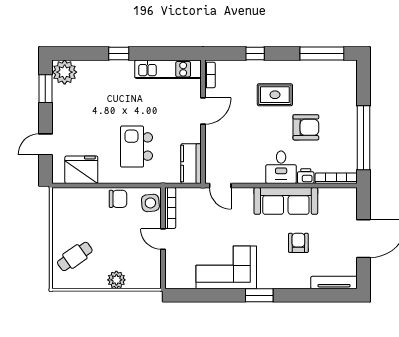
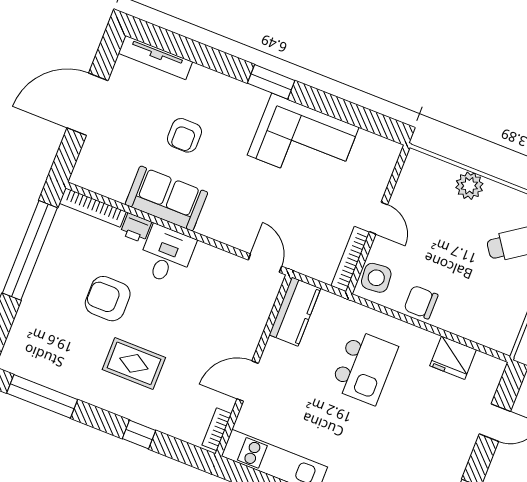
fridge: (81, 170) -> (453, 358), width x0.73, depth x0.75
sofa: (286, 201) -> (166, 198), width x0.73

